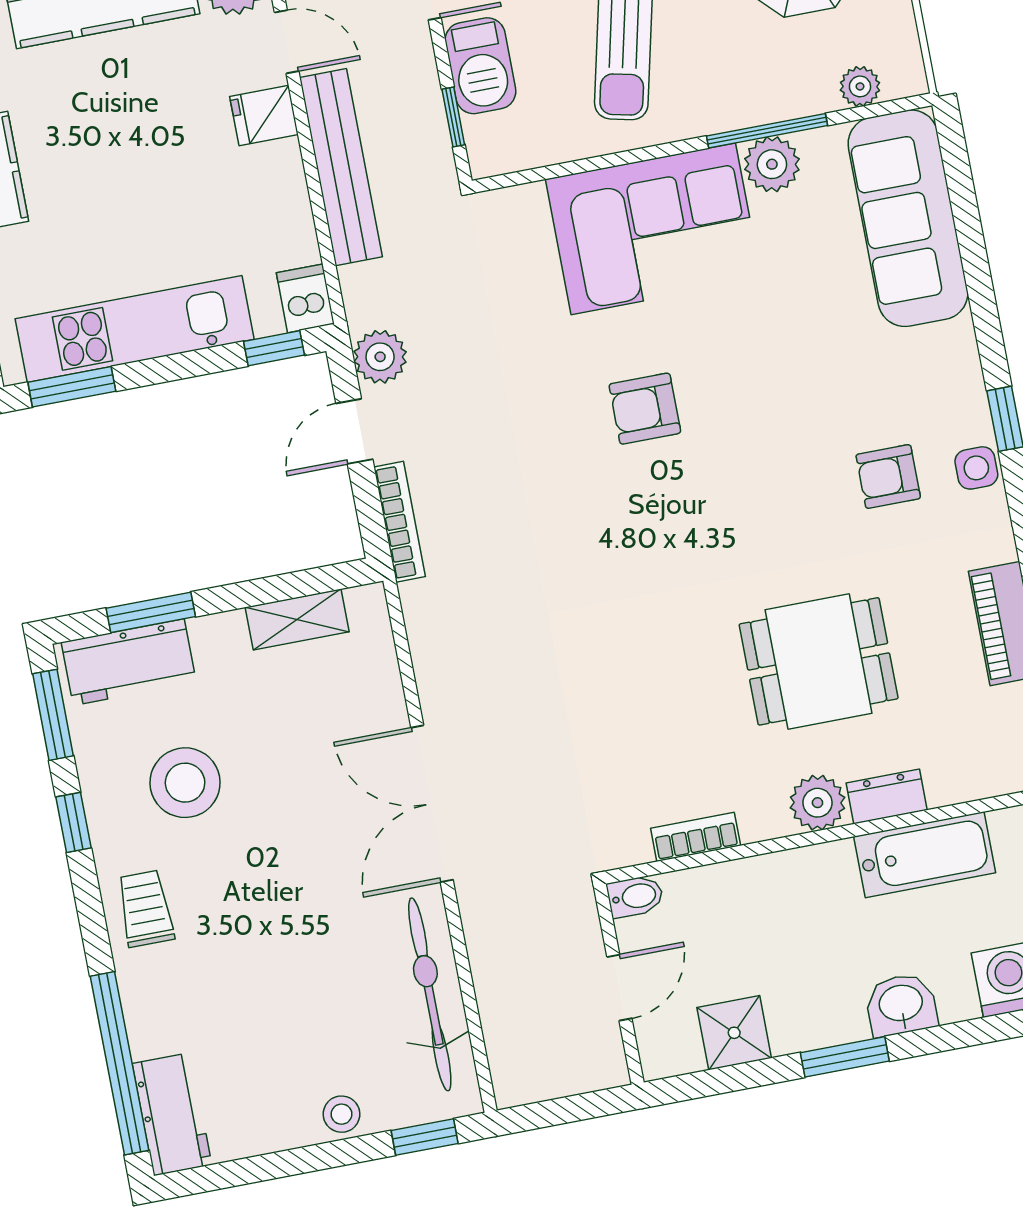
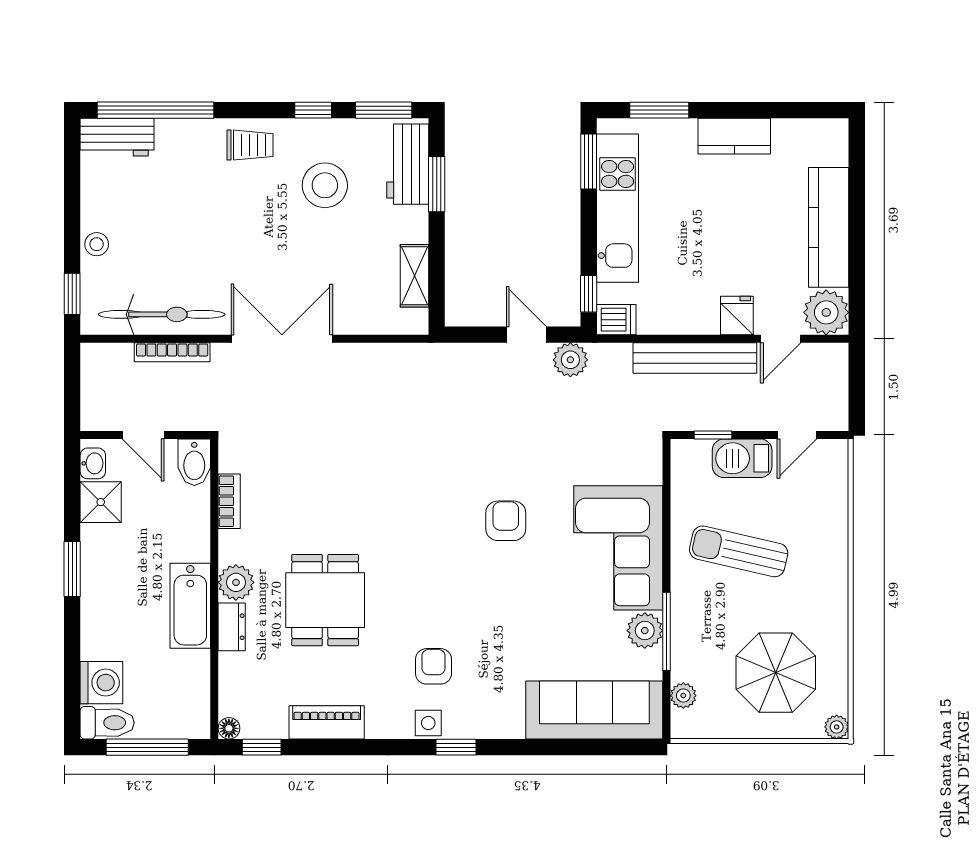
bookcase: (400, 522) -> (172, 352), moved
bathtub: (925, 855) -> (190, 606), moved
bidet: (635, 896) -> (194, 462), width x1.38, depth x1.36
washbasin: (901, 1005) -> (93, 463), moved, width x0.72, depth x0.69

